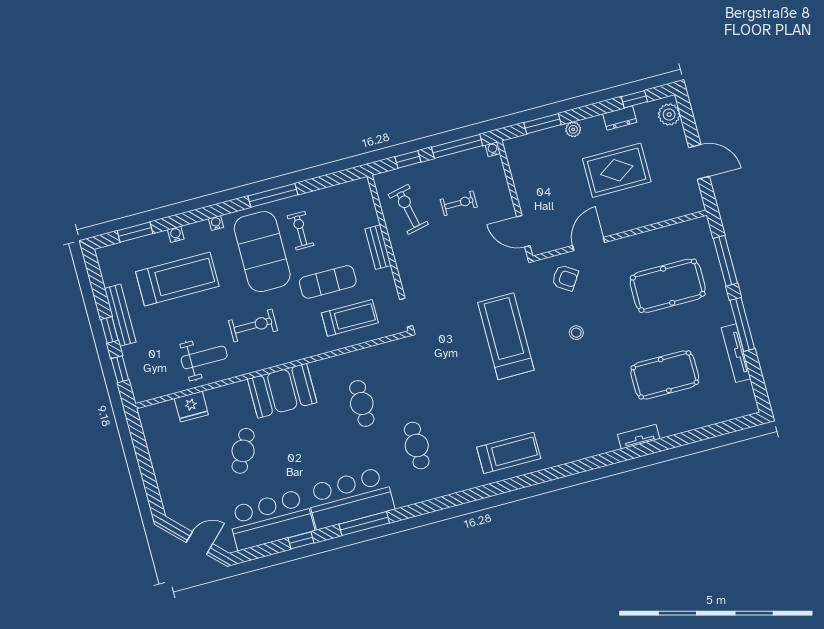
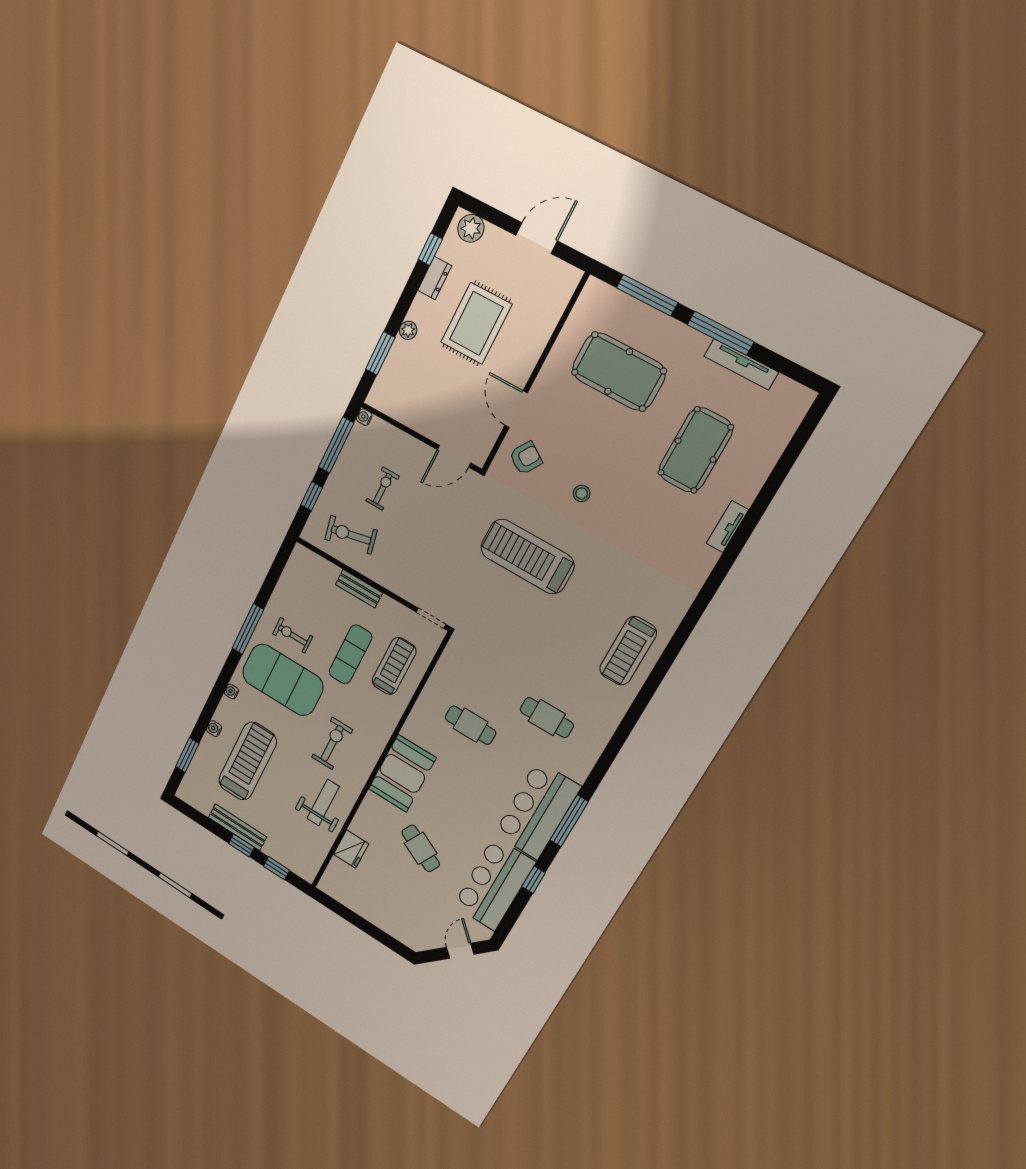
pool table: (668, 286) -> (619, 372), turned 90
treadmill: (509, 453) -> (628, 651), turned 180

